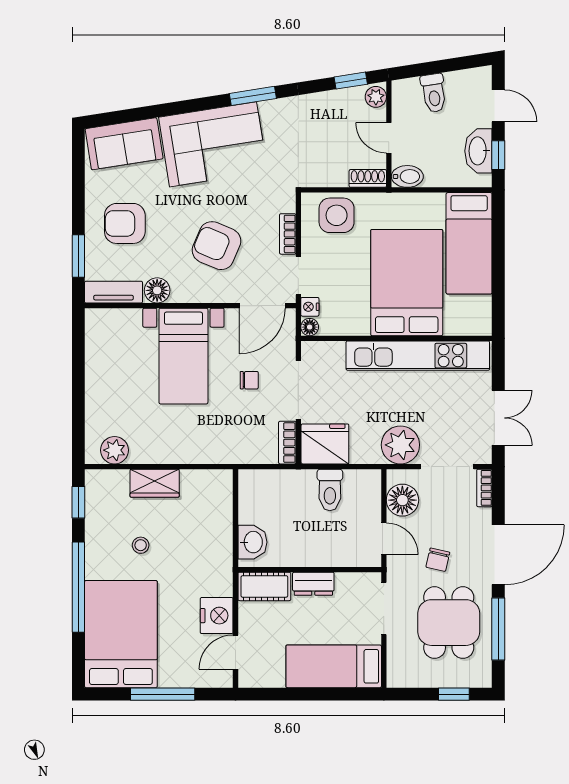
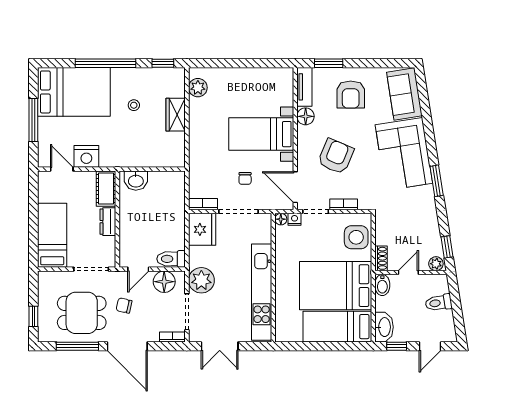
washbasin: (478, 151) -> (384, 327), moved, turned 90
armchair: (125, 223) -> (351, 95), turned 180
bed: (407, 283) -> (336, 286), moved, turned 180
toilet: (330, 490) -> (171, 259), moved

